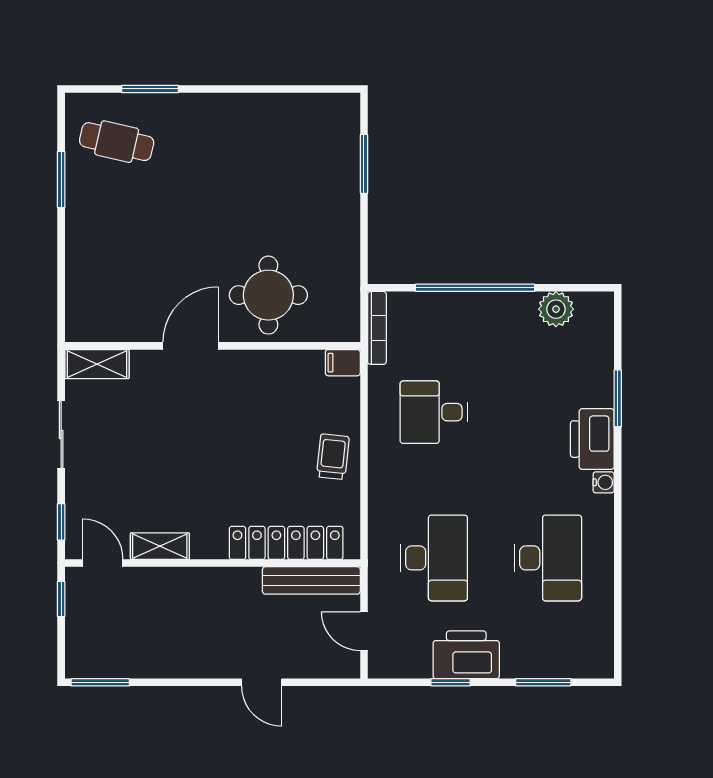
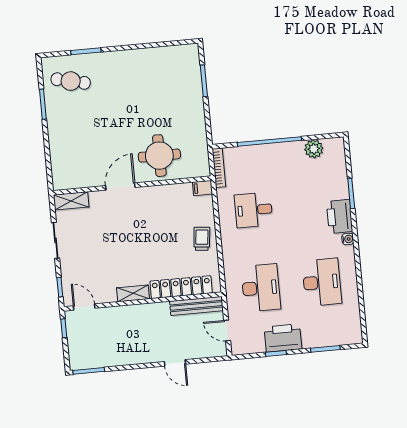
shelving: (160, 546) -> (133, 293), moved

